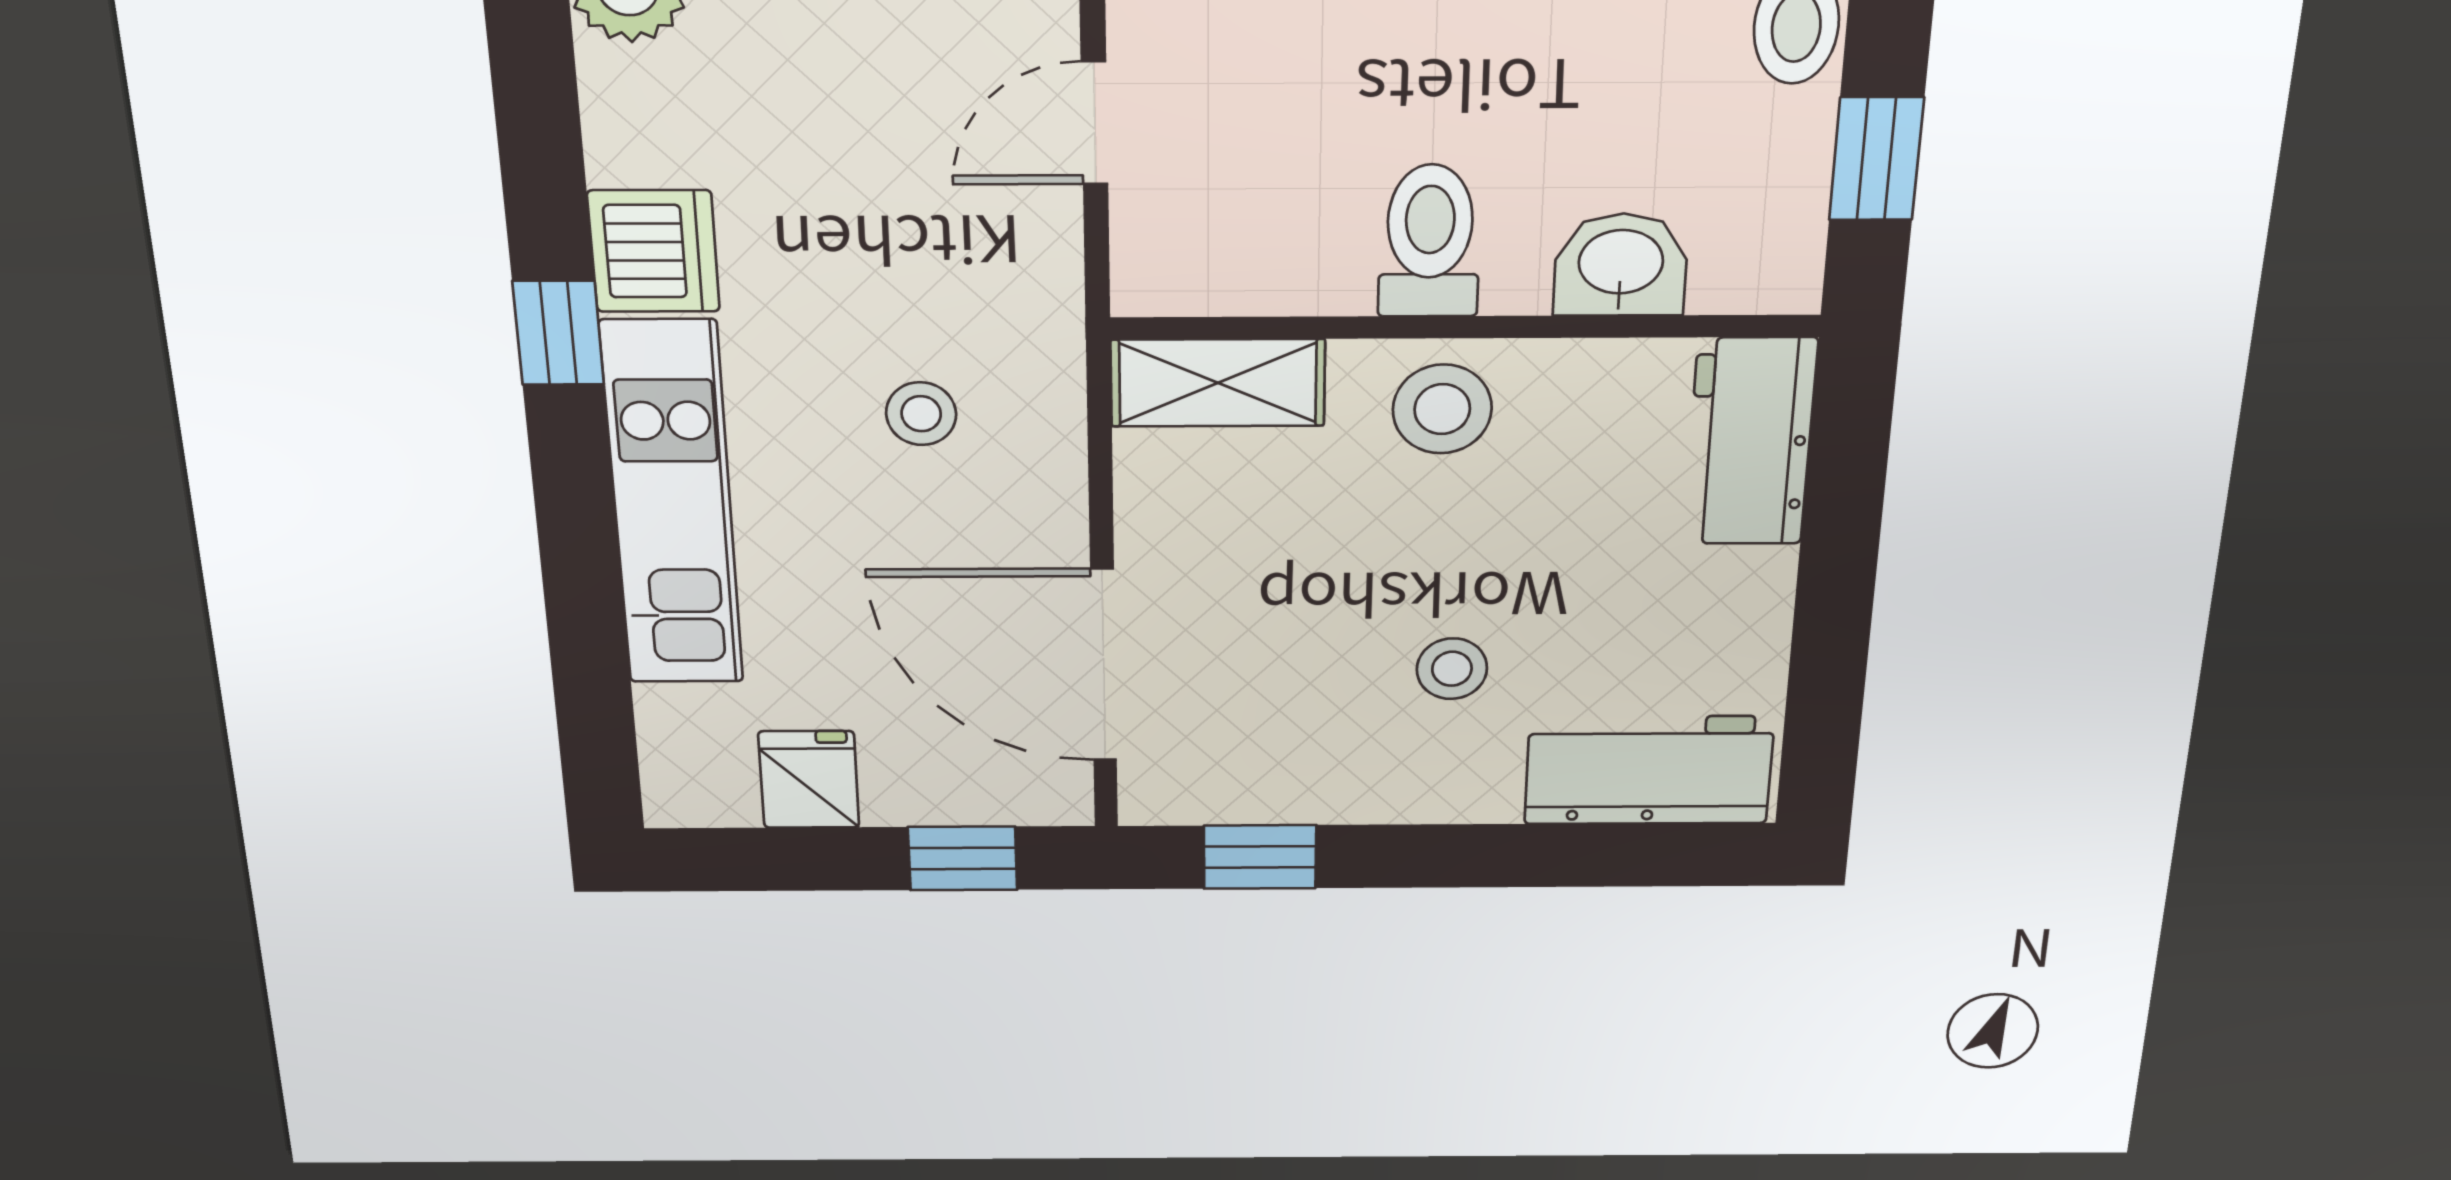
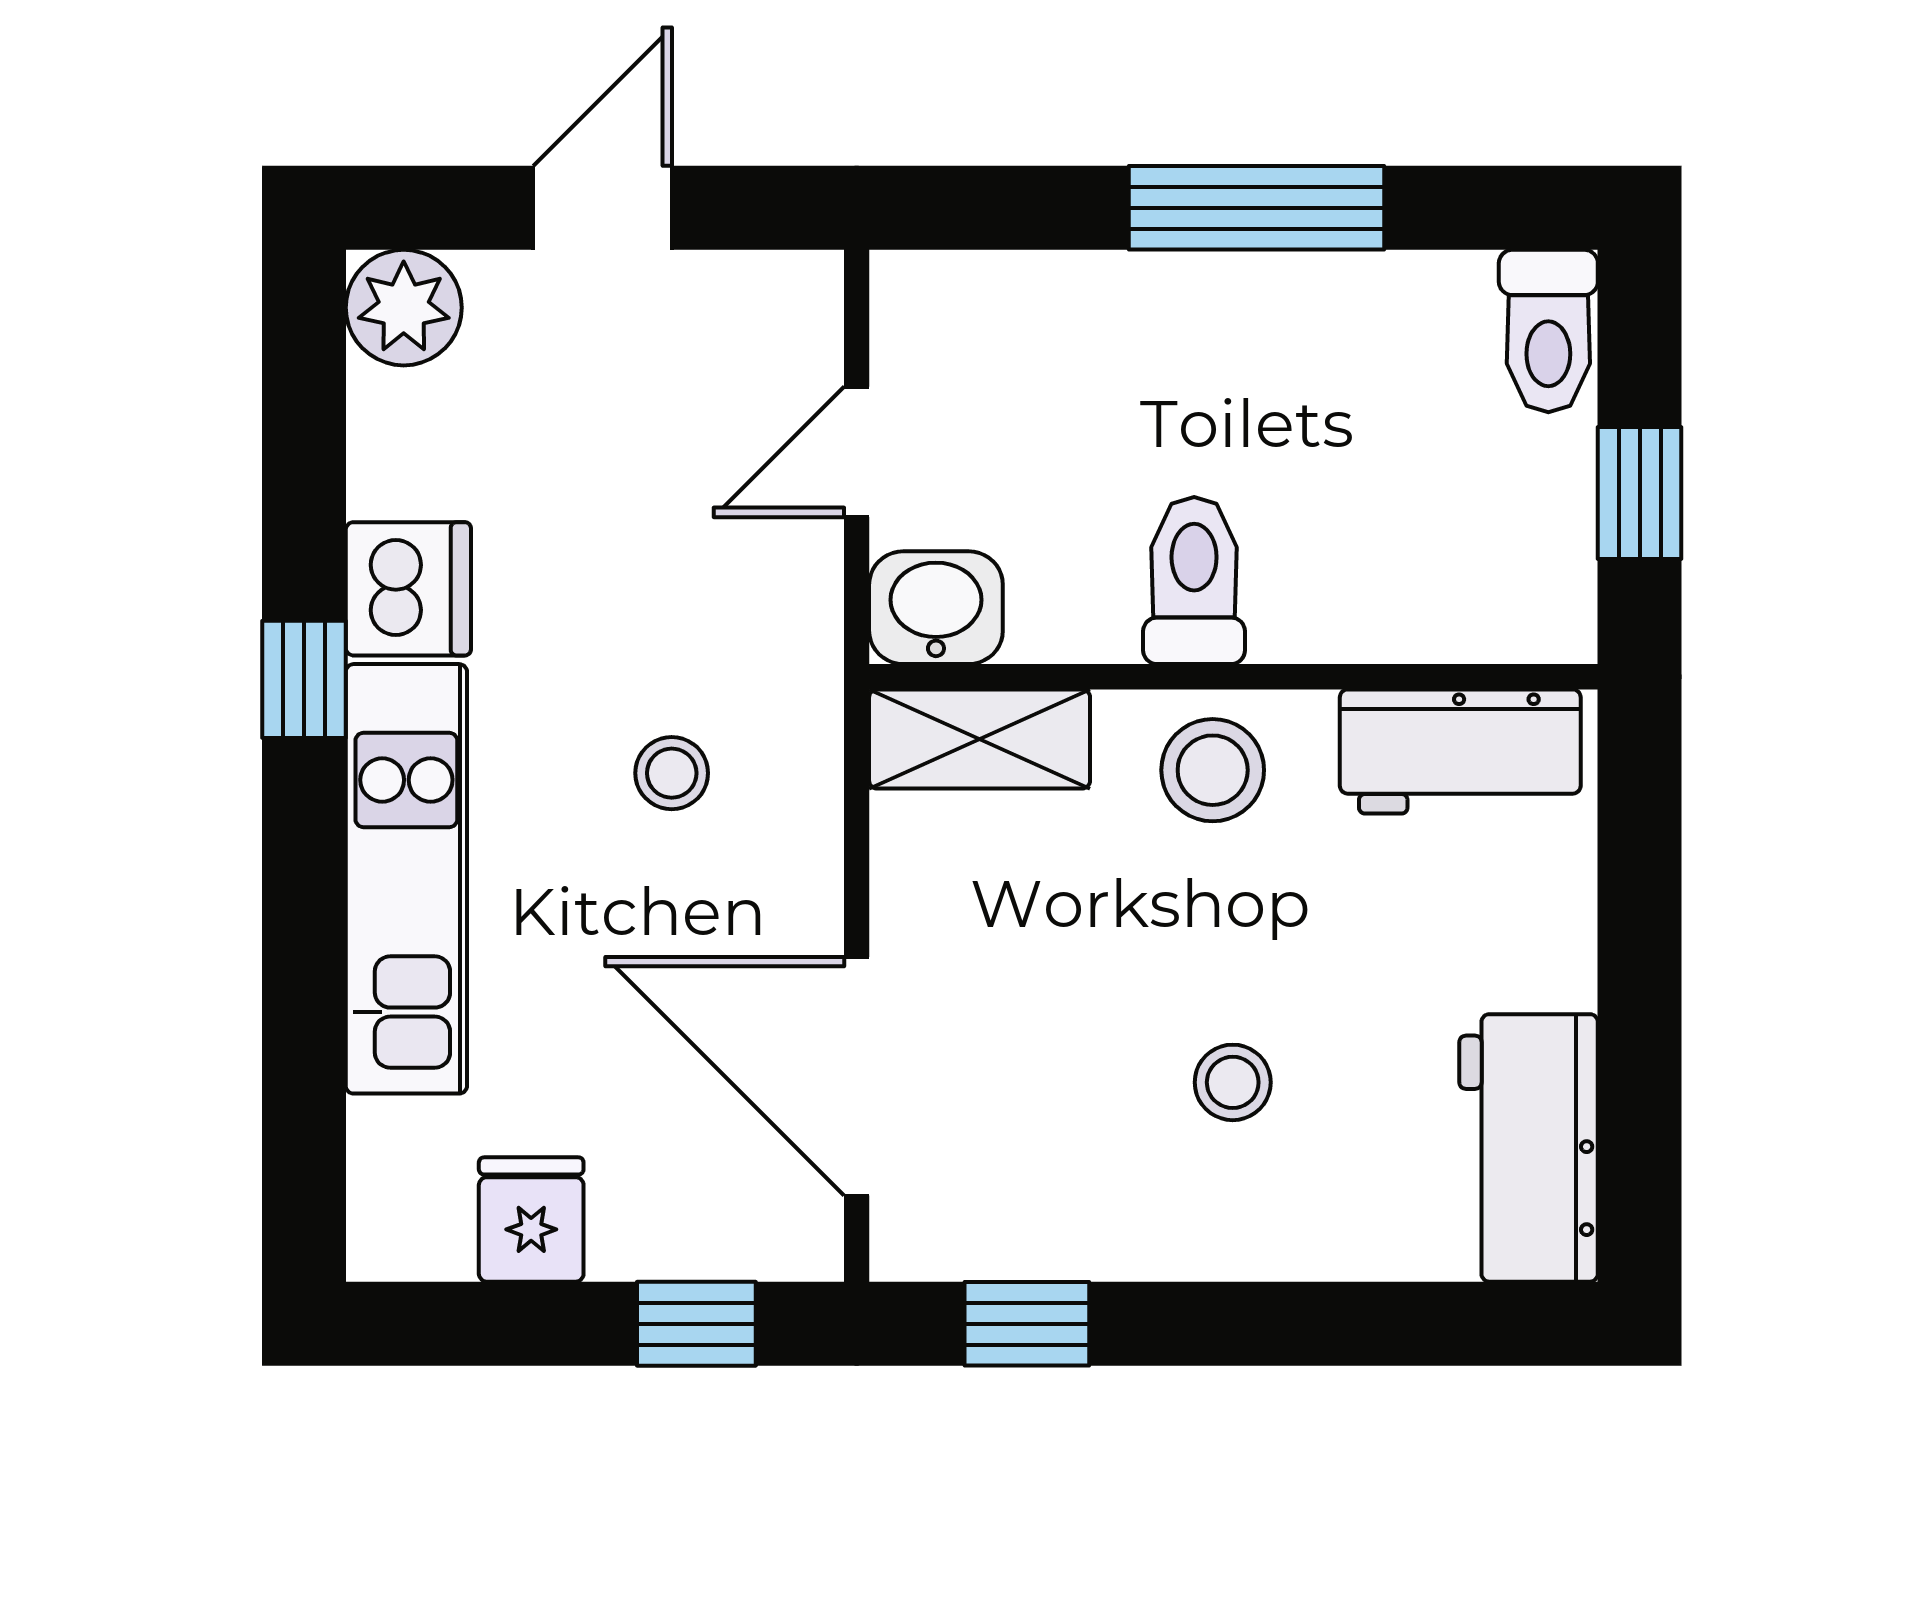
washbasin: (1621, 265) -> (936, 608), moved
workbench: (1750, 442) -> (1460, 751), moved, turned -90
workbench: (1649, 770) -> (1529, 1148), moved, turned -90

